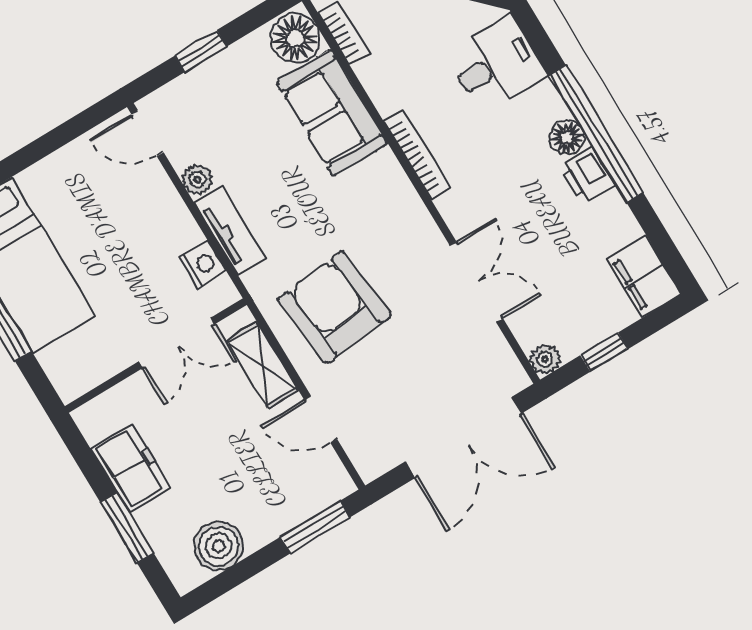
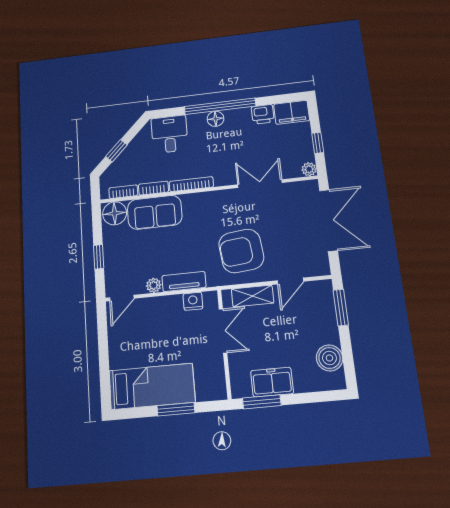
bookcase: (377, 87) -> (154, 188), added
printer: (587, 175) -> (263, 114), moved
window: (127, 528) -> (262, 402), moved

